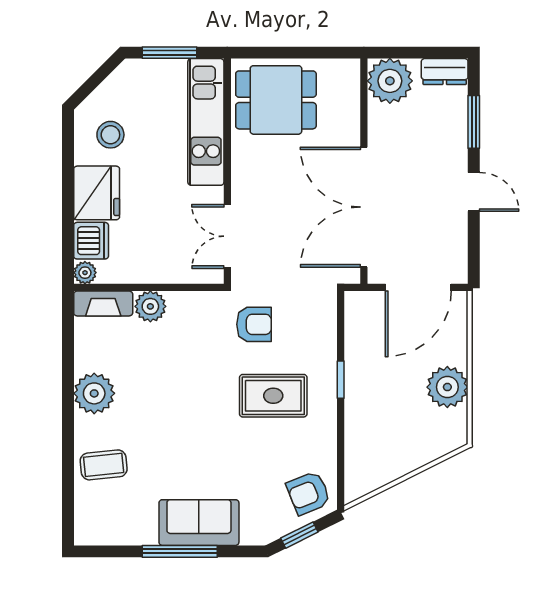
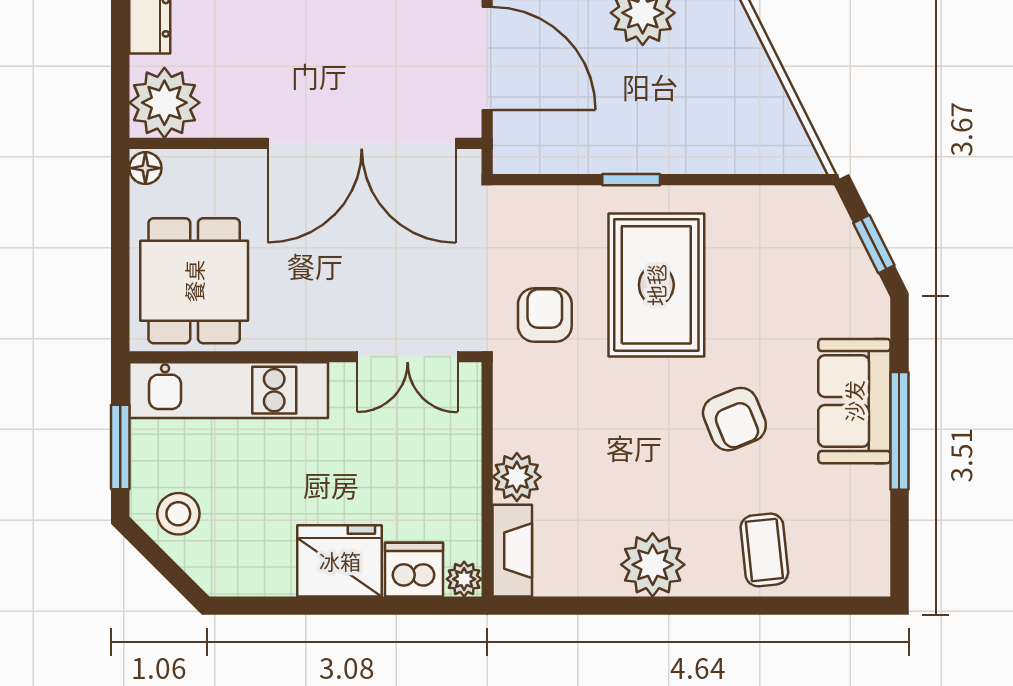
floor lamp: (348, 69) -> (145, 168), added
stool: (110, 135) -> (178, 514), moved
rug: (273, 396) -> (656, 285), width x1.36, depth x1.43
armchair: (308, 493) -> (734, 419), moved

